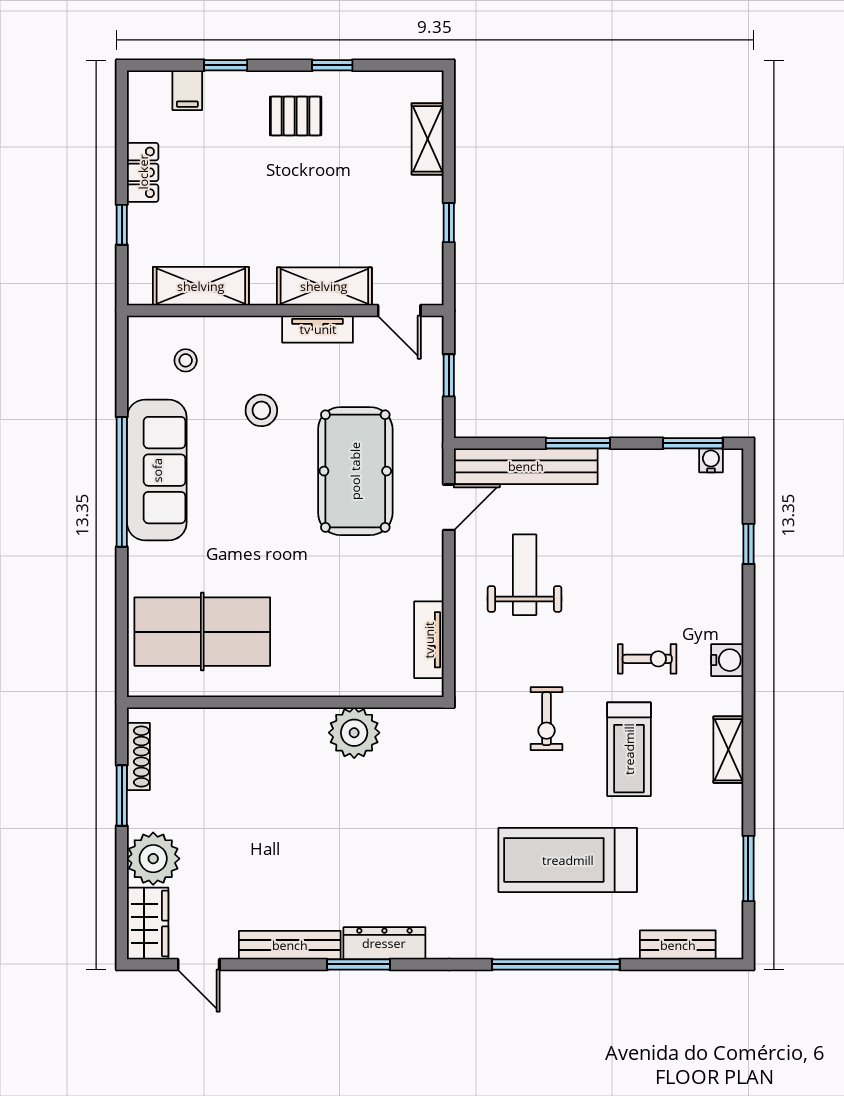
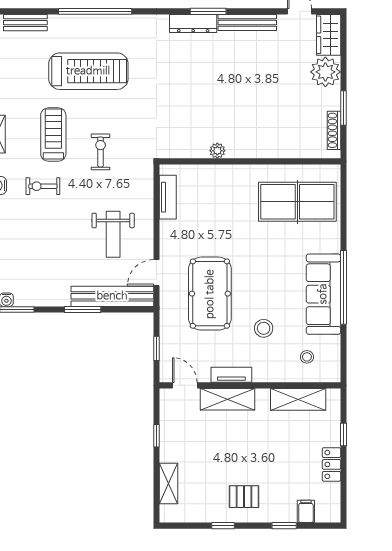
plant: (354, 733) -> (217, 151), width x0.53, depth x0.53

